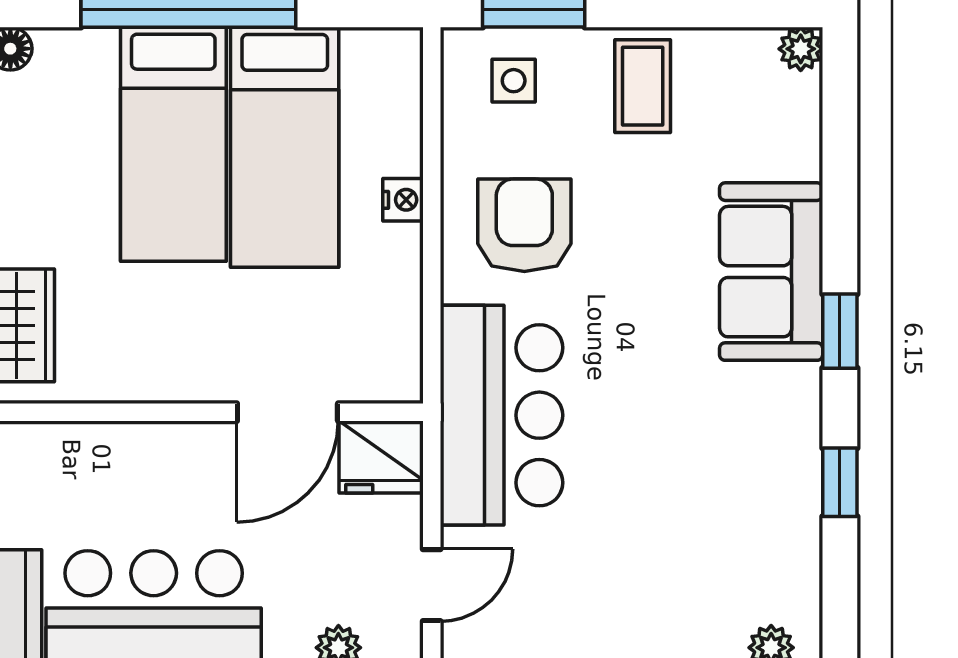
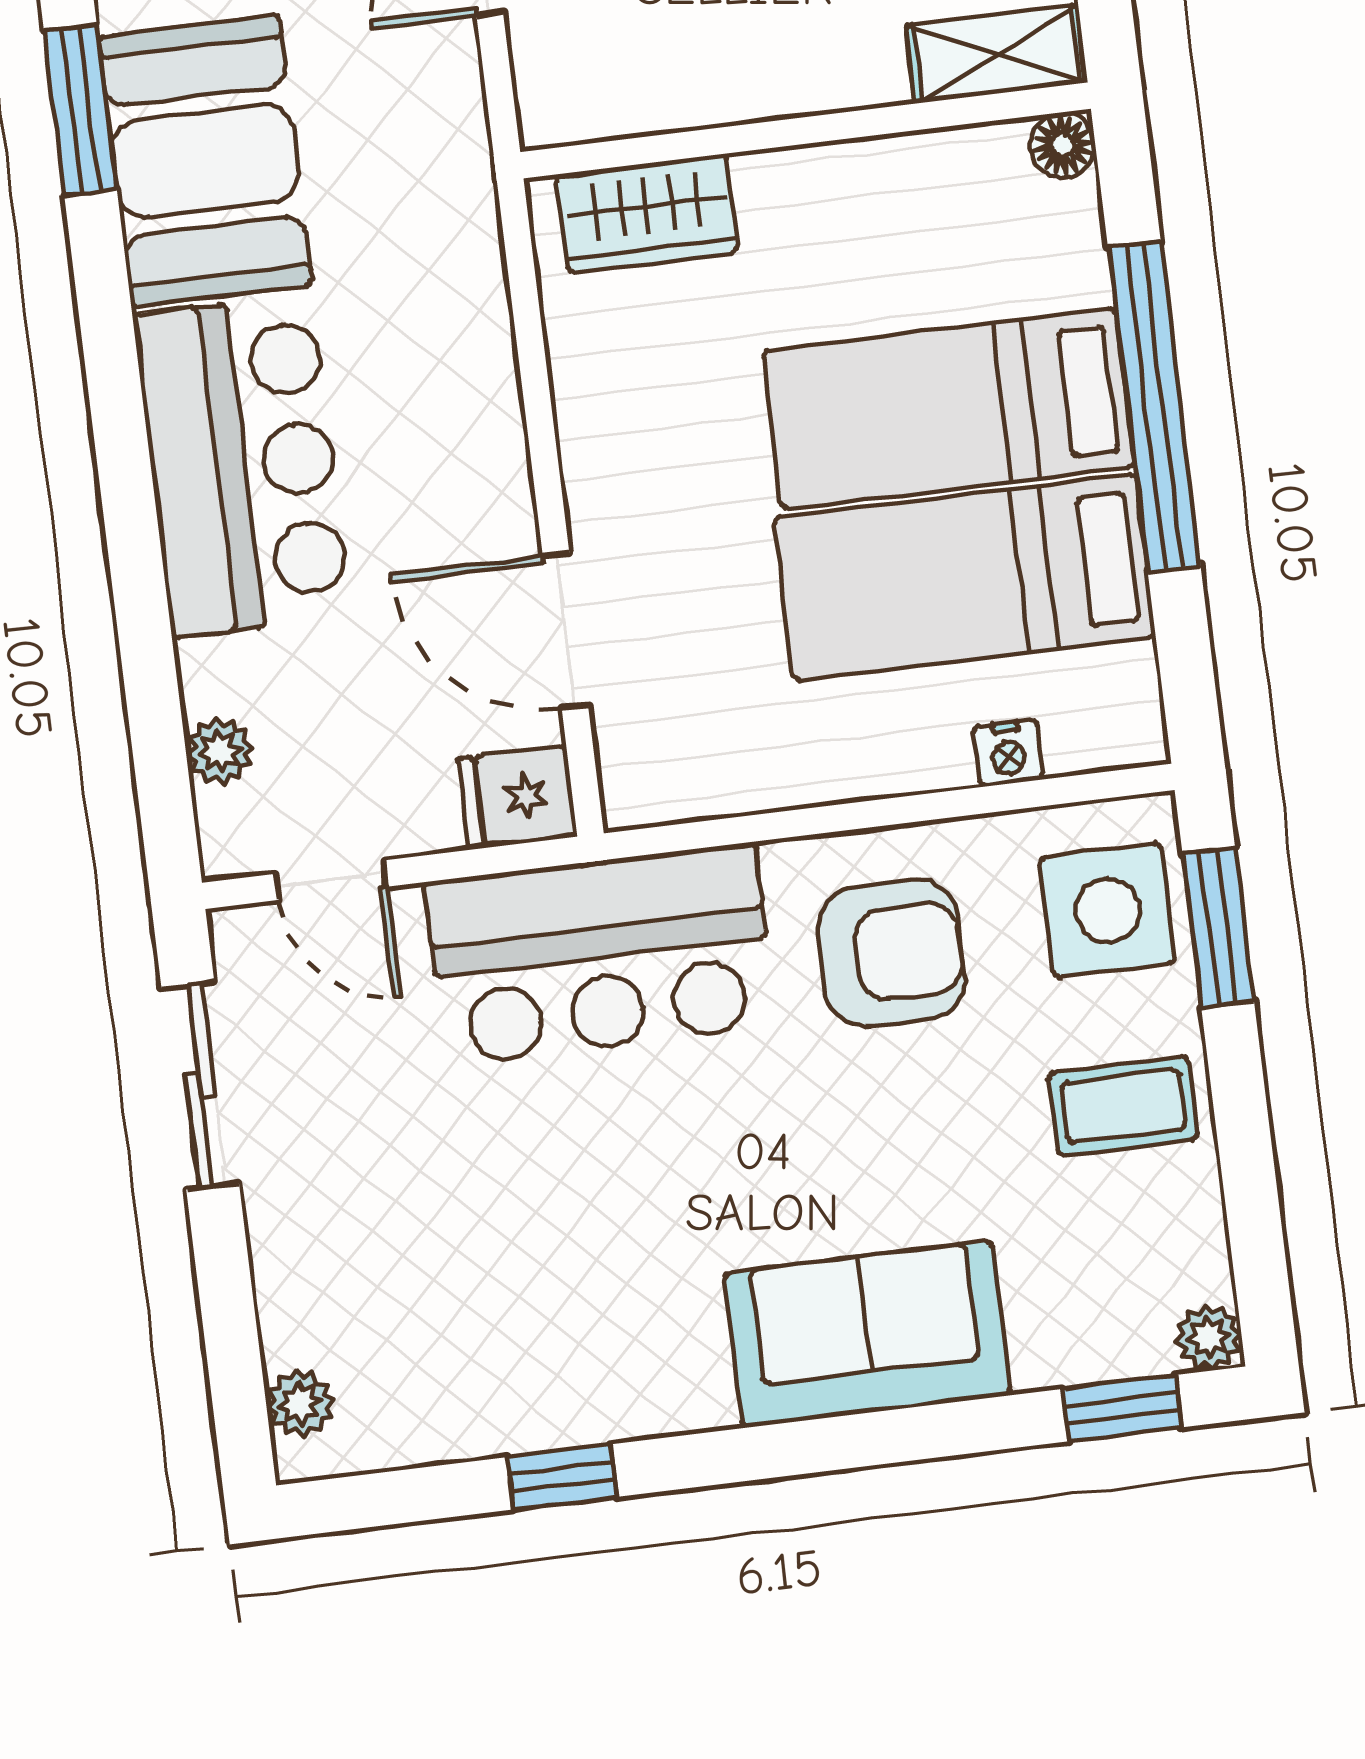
side table: (514, 81) -> (1108, 910), width x1.87, depth x1.87
nightstand: (403, 200) -> (1008, 753), moved
window: (840, 331) -> (1122, 1408), moved
fridge: (381, 457) -> (517, 798), width x0.72

